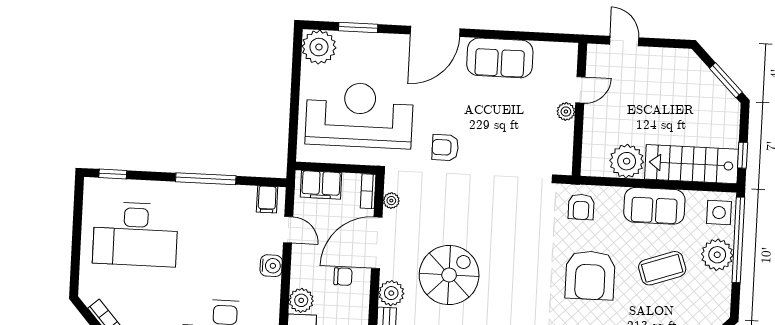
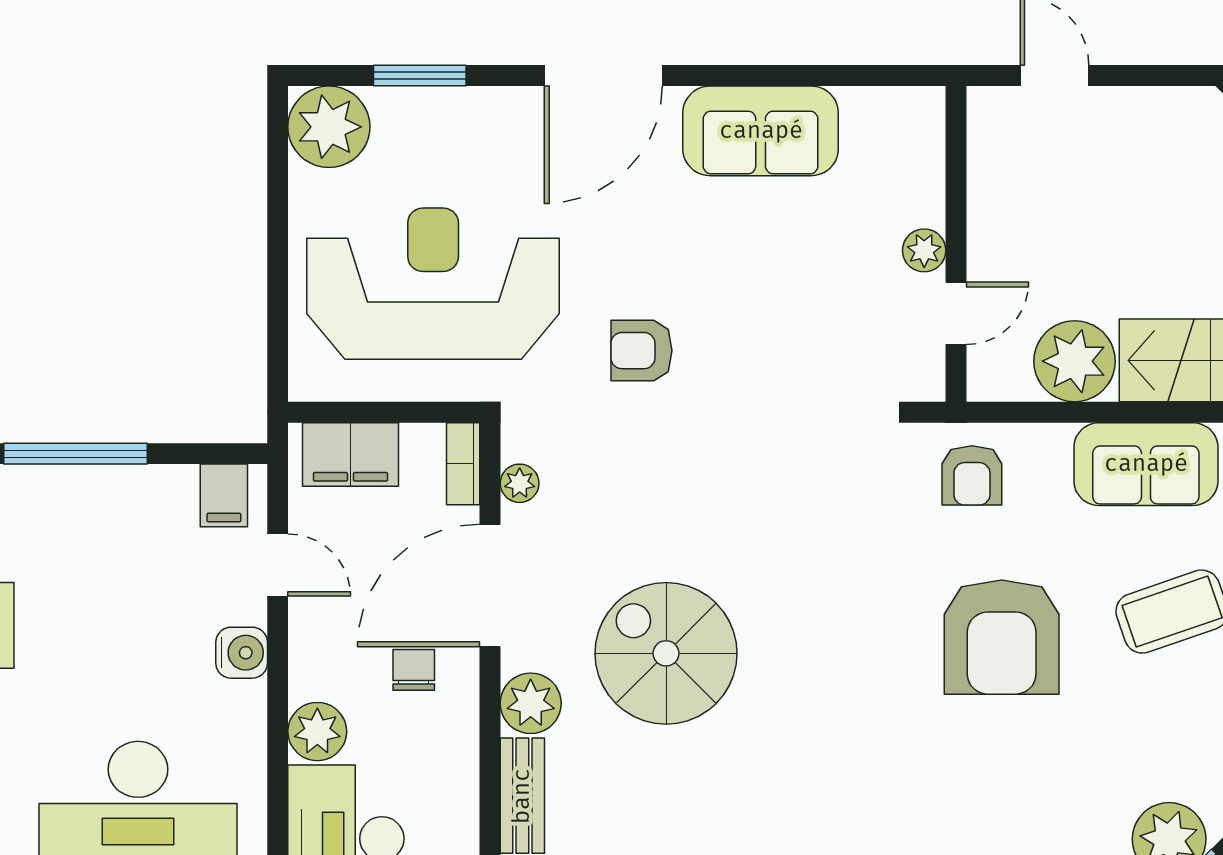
door: (580, 90) -> (956, 313), moved
spiral stairs: (449, 275) -> (666, 653), turned -90
chair: (343, 277) -> (414, 670), turned -90

